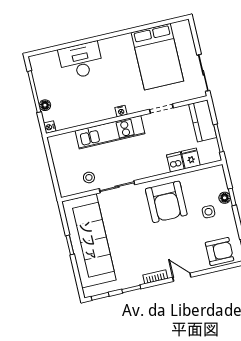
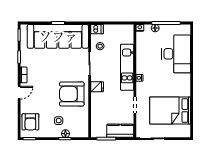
desk: (81, 60) -> (176, 54), width x1.36, depth x1.30
fridge: (191, 158) -> (97, 87), moved
dishwasher: (175, 162) -> (97, 29), moved

